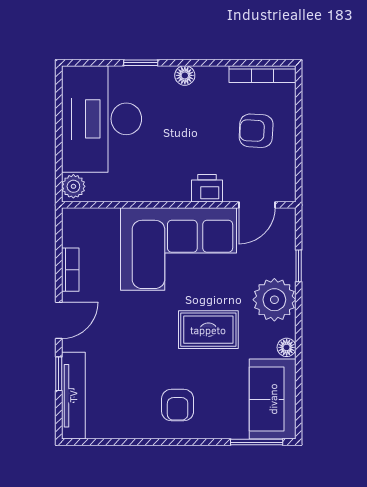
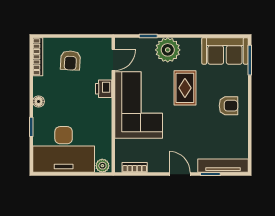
door: (257, 205) -> (113, 60), hinge flipped
bookcase: (70, 270) -> (135, 167), moved
floor lamp: (287, 347) -> (195, 43), removed

